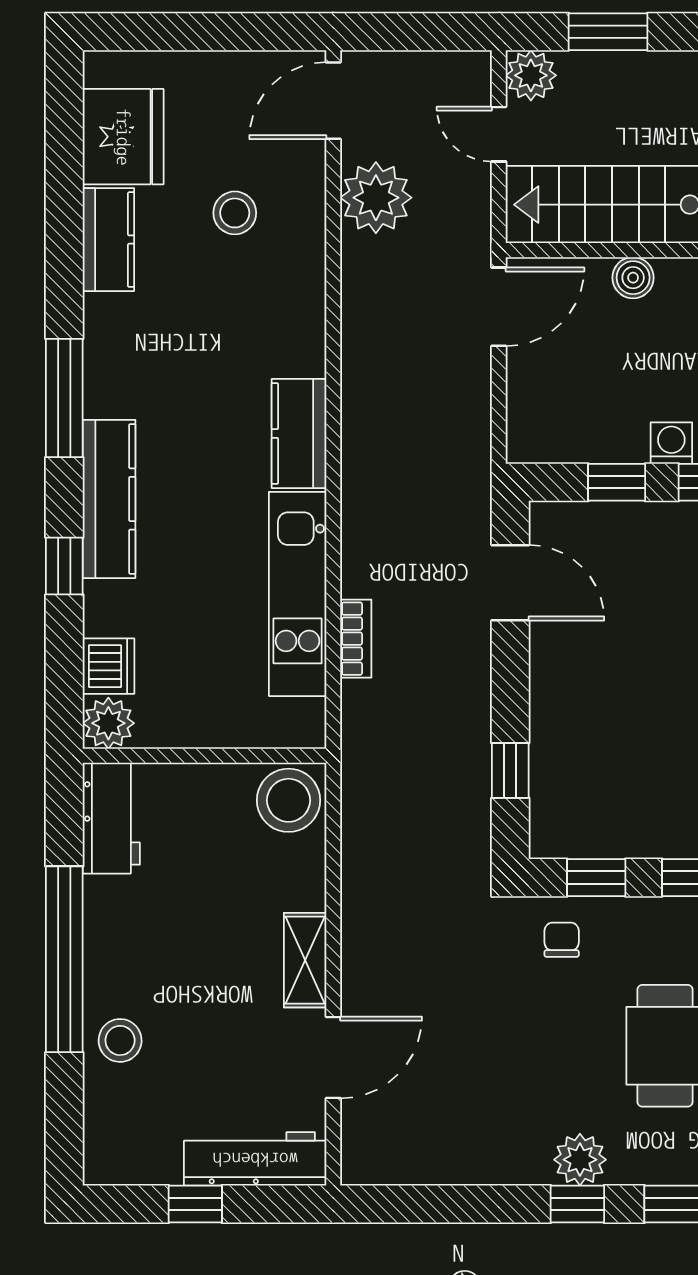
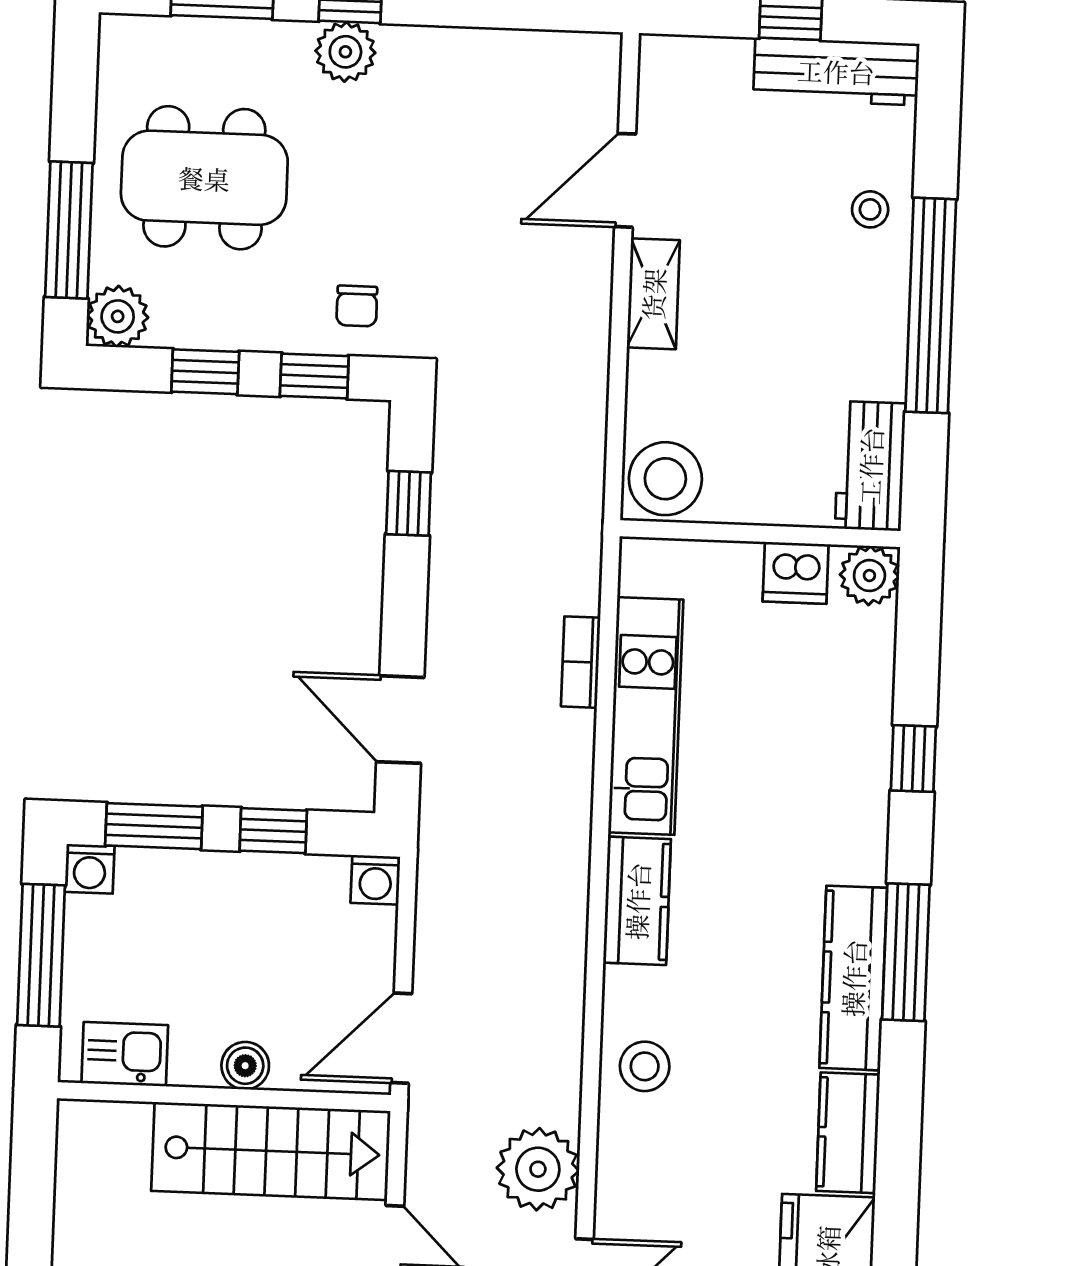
stool: (235, 213) -> (645, 1066), moved
washing machine: (671, 443) -> (375, 880), moved
kitchen counter: (109, 499) -> (853, 978), moved
dishwasher: (109, 666) -> (796, 573), moved, turned -90
stool: (120, 1040) -> (870, 209), width x0.73, depth x0.73
workbench: (255, 1159) -> (836, 71), moved

